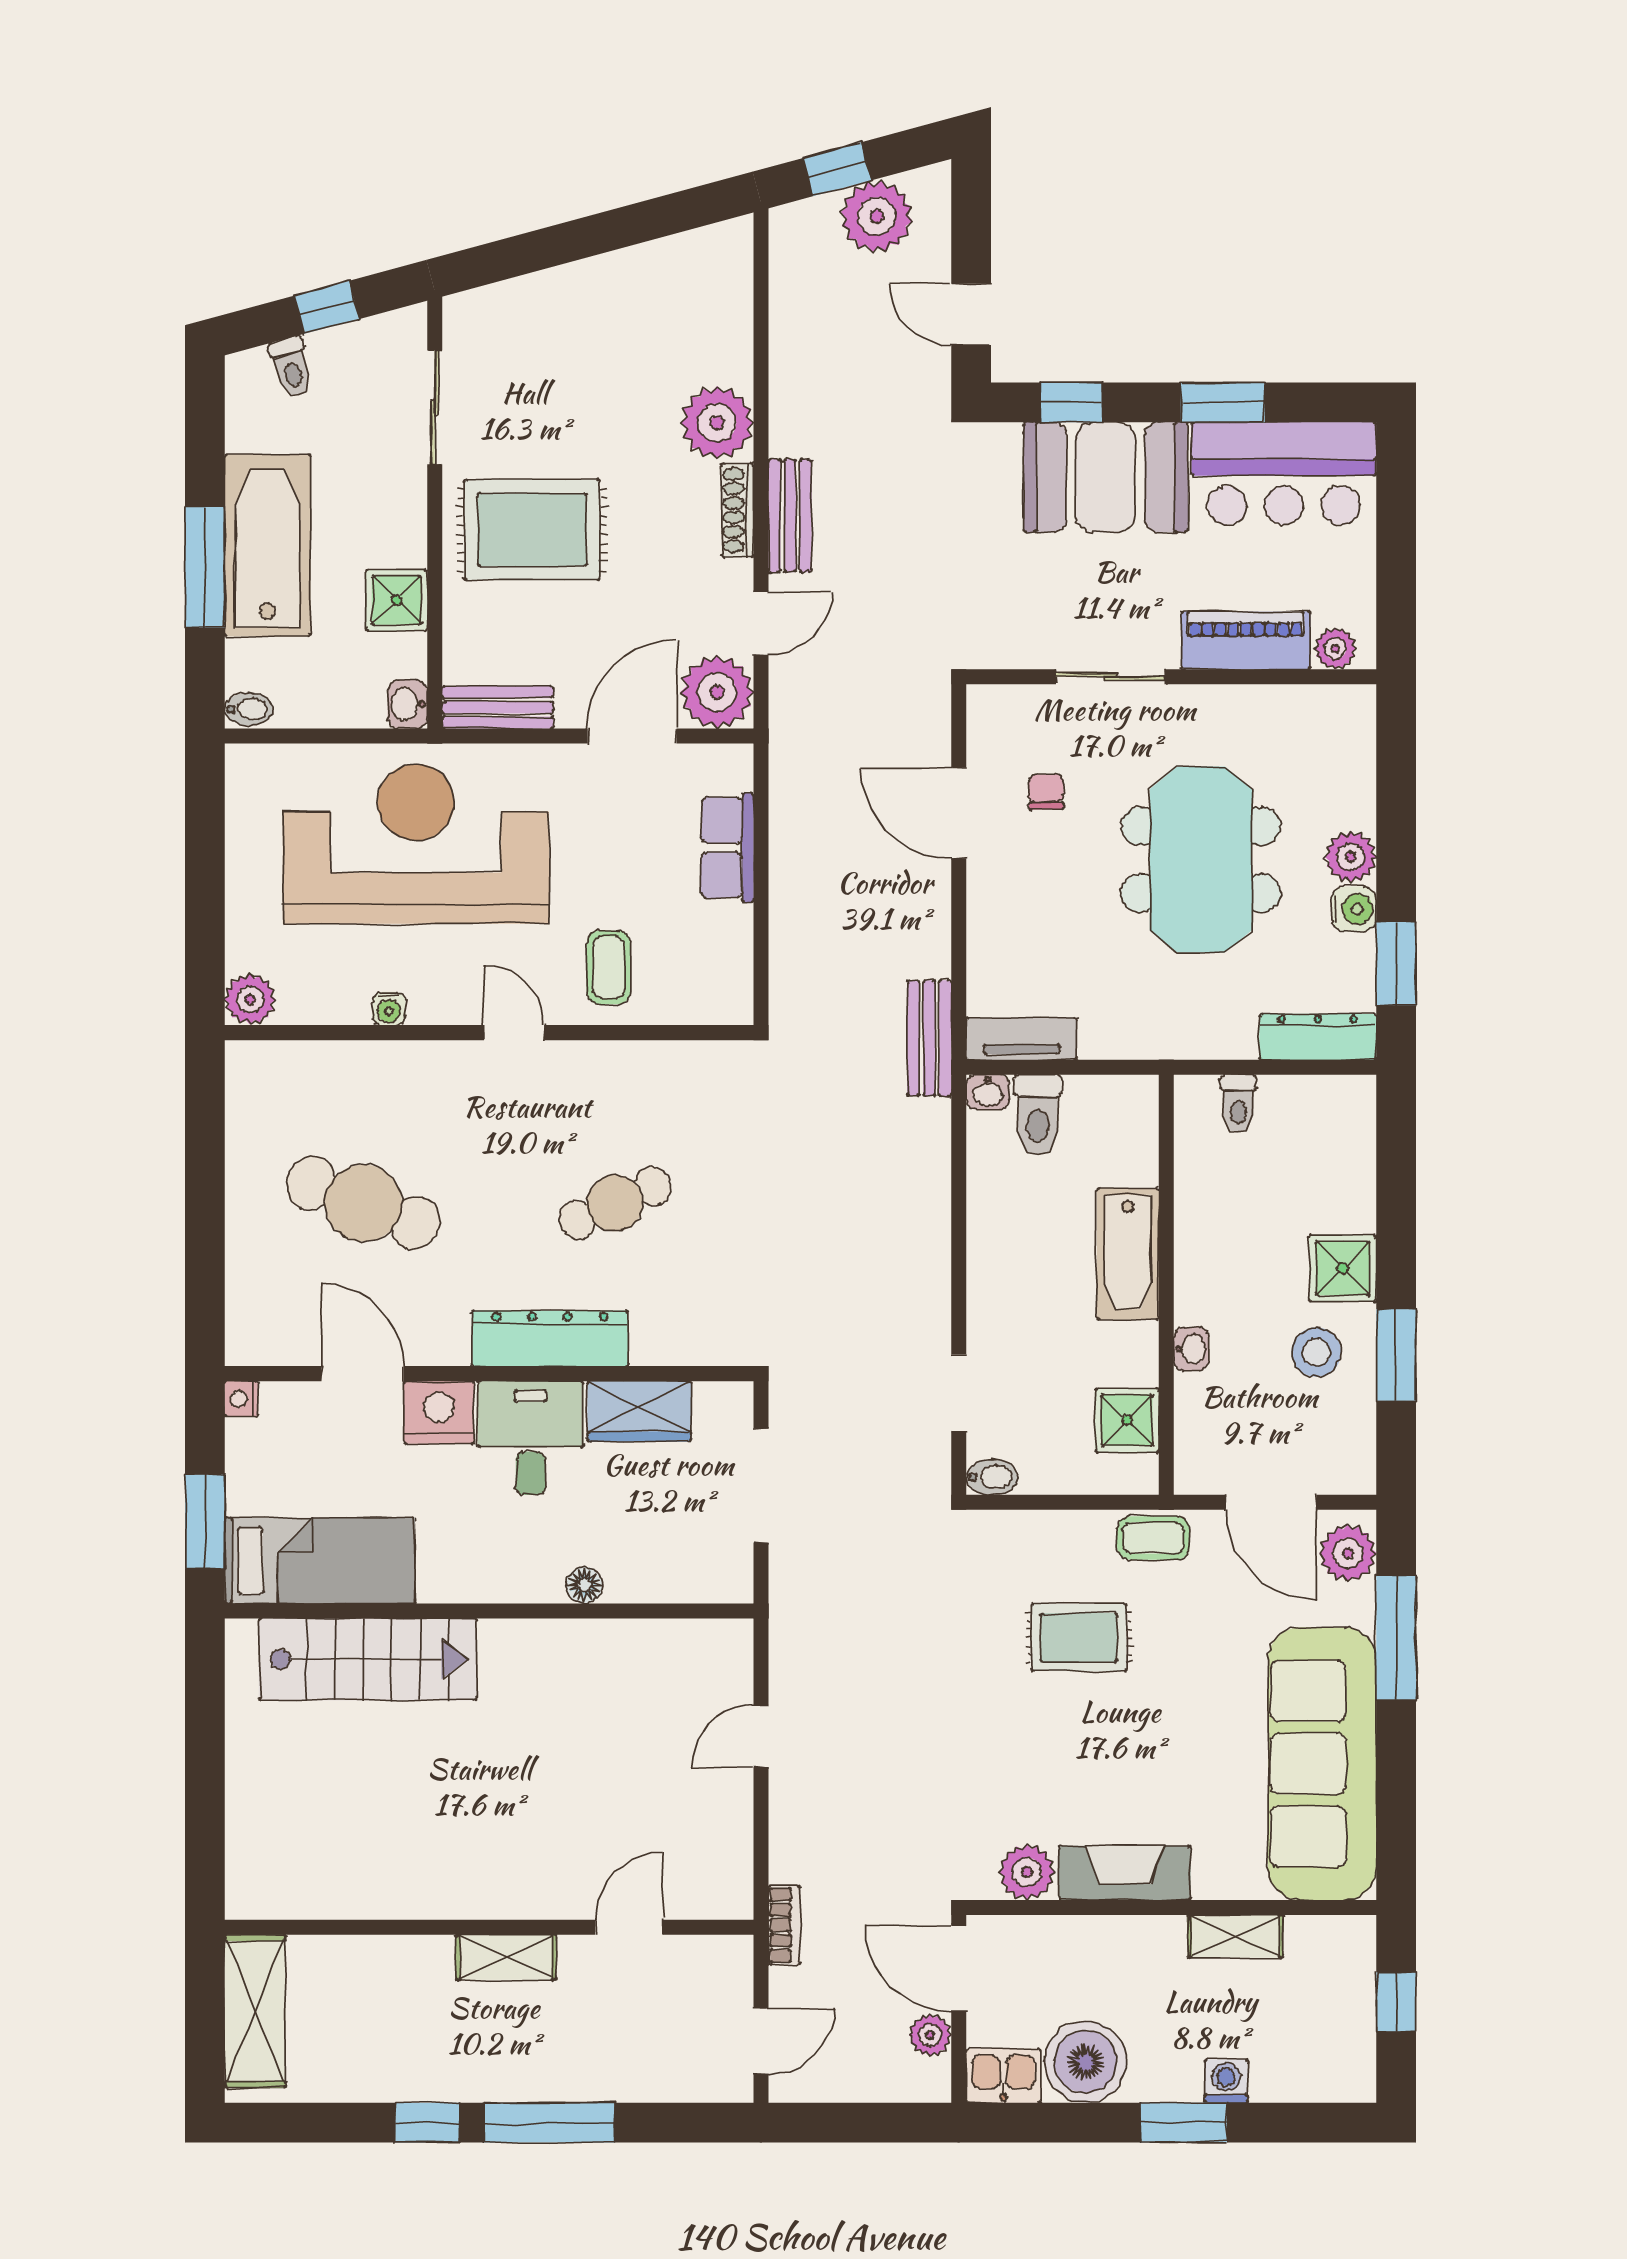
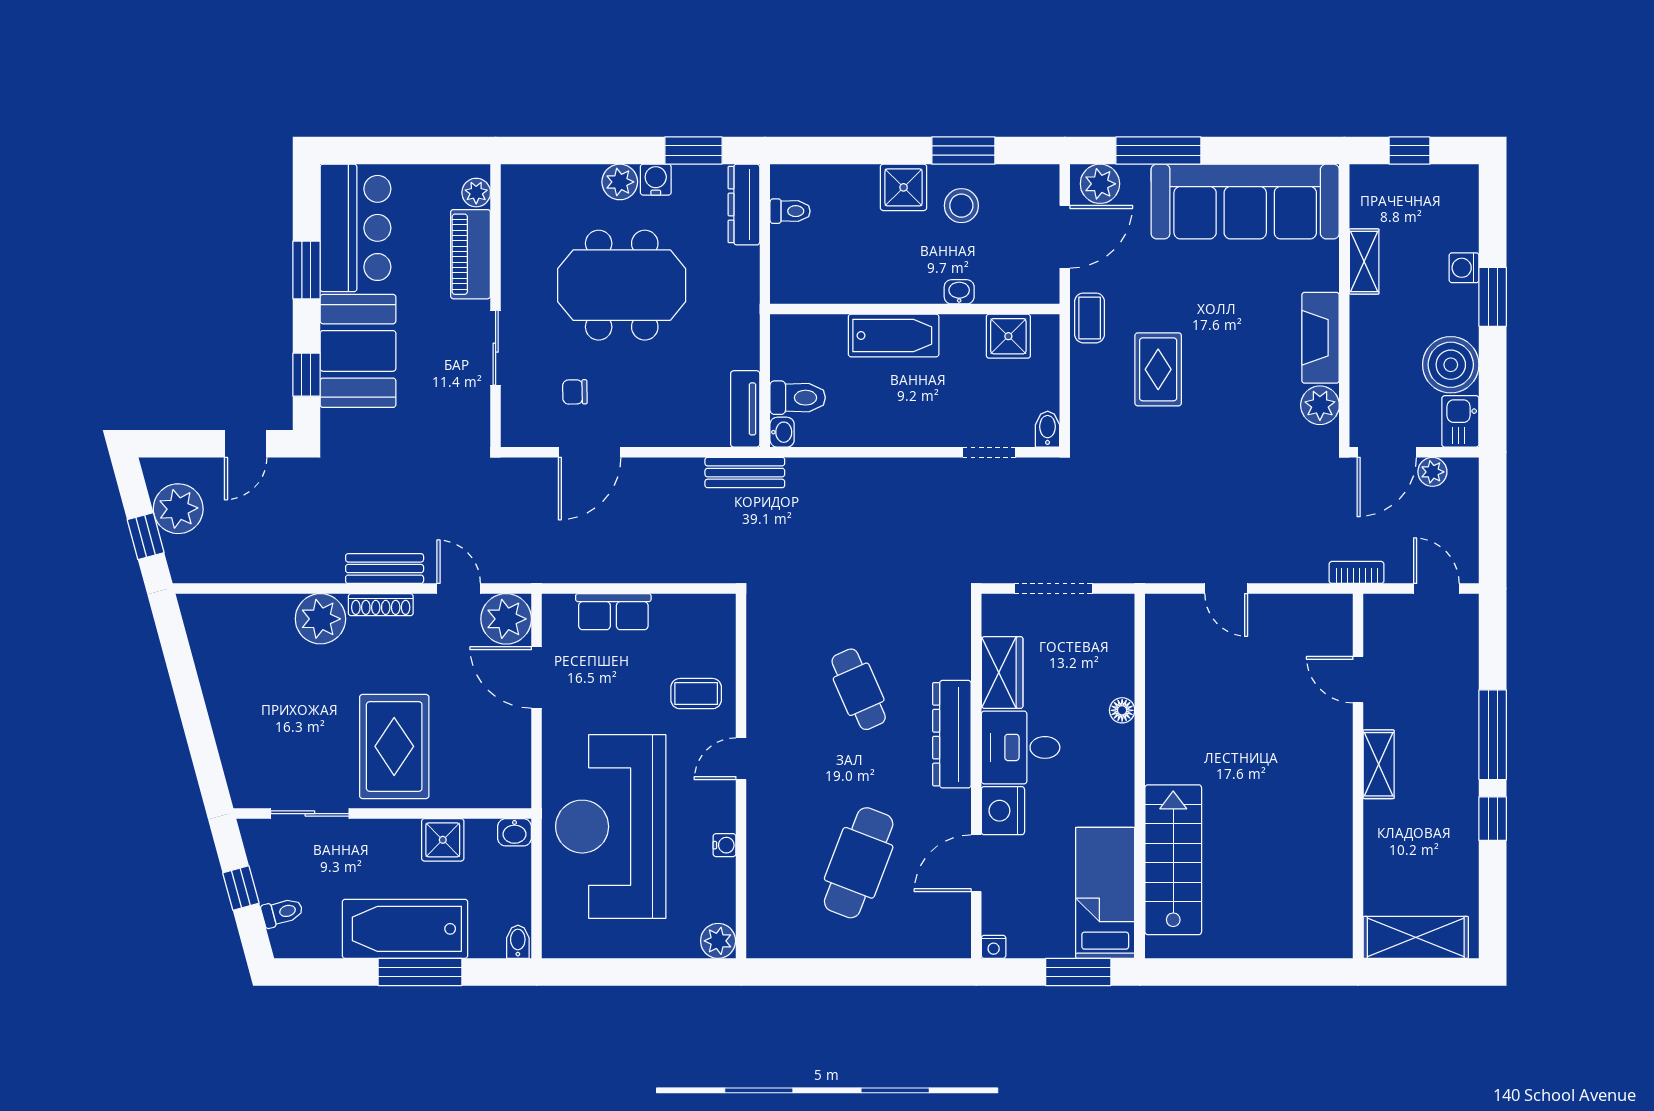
bench: (498, 707) -> (517, 770), removed
toilet: (1238, 1104) -> (790, 211), moved

